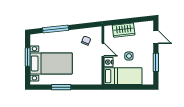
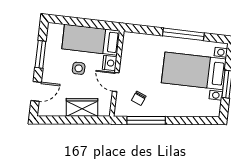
window: (56, 29) -> (146, 120), moved
door: (156, 37) -> (36, 91), swing flipped
window: (61, 87) -> (183, 34), width x1.44

